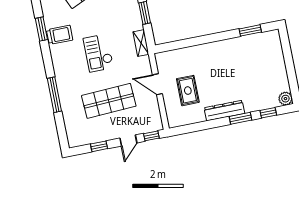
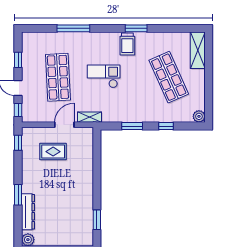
shelving: (141, 43) -> (89, 117), moved
dresser: (224, 111) -> (28, 212), moved
window: (268, 113) -> (18, 143), moved

